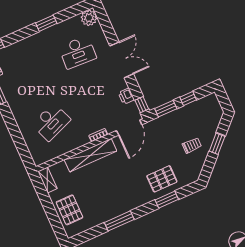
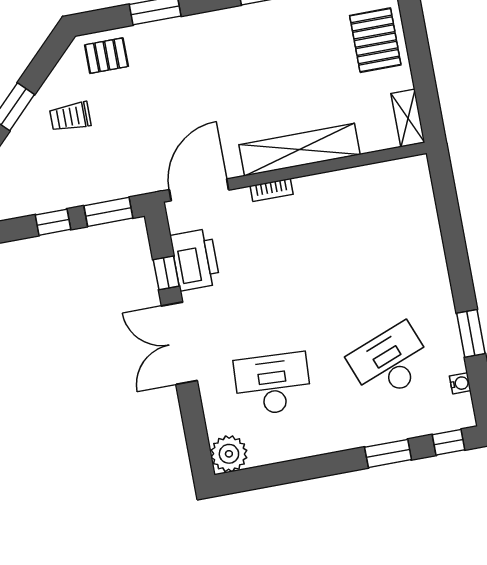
window: (46, 23) -> (388, 453), moved
printer: (126, 96) -> (195, 260), width x1.87, depth x1.48
window: (142, 105) -> (166, 273), moved
desk: (51, 122) -> (390, 362), moved
pallet: (162, 179) -> (106, 56), moved, width x0.67, depth x0.71

